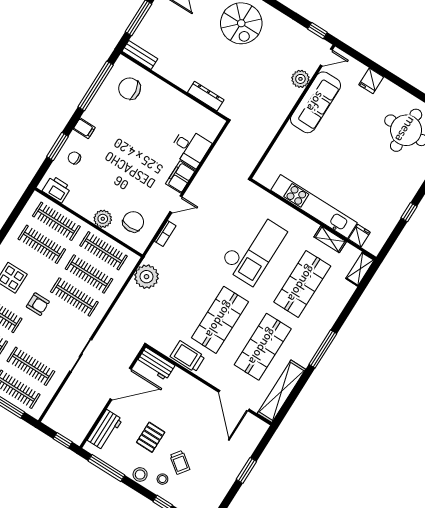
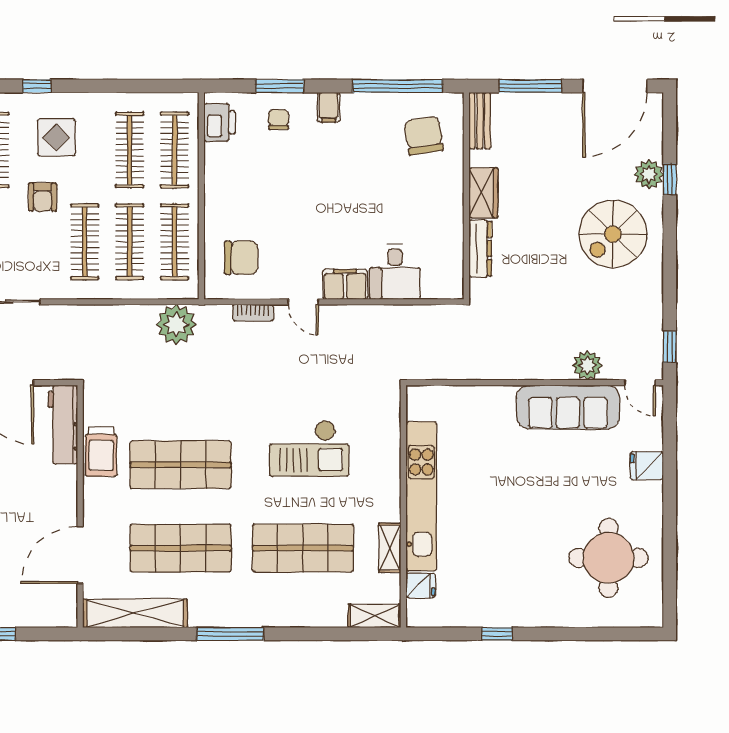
wardrobe: (178, 76) -> (483, 193), added
plant: (103, 219) -> (219, 213), removed
checkout: (253, 249) -> (309, 448), width x0.73, depth x0.83
trolley: (188, 356) -> (101, 452), turned 180
workbench: (156, 364) -> (63, 424), width x1.38

